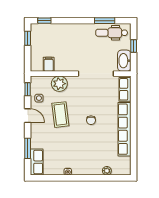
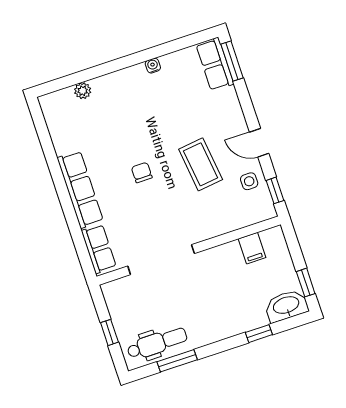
window: (44, 21) -> (259, 334), moved
washbasin: (124, 61) -> (286, 306), moved, turned -90
plant: (59, 84) -> (221, 220), removed
row of seats: (124, 129) -> (80, 189), width x0.73
window: (28, 148) -> (232, 61), moved

